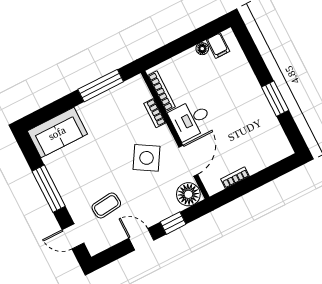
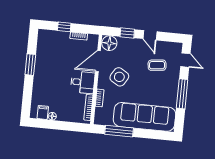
sofa: (57, 133) -> (144, 117), width x1.85, depth x1.27
window: (262, 178) -> (64, 27), added

